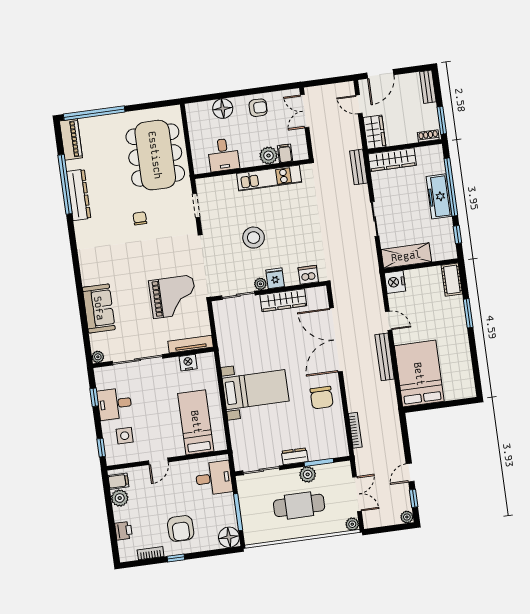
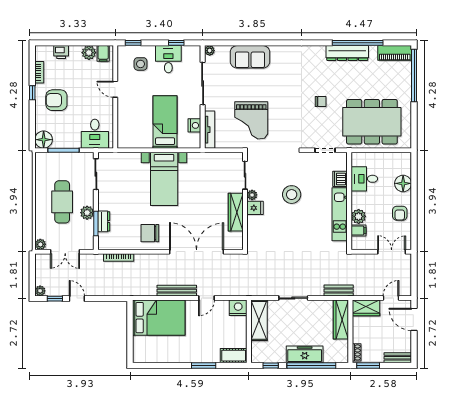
dishwasher: (308, 275) -> (340, 179), moved, turned 180
bed: (196, 422) -> (165, 122), moved, turned -90
dresser: (295, 456) -> (104, 221), moved

